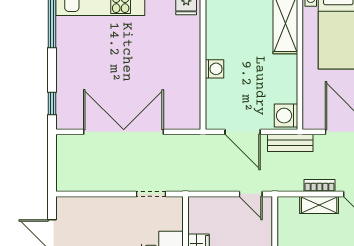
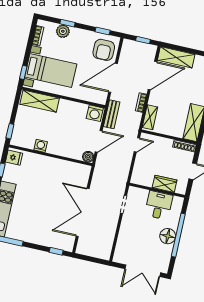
washing machine: (215, 69) -> (41, 146), moved
boiler: (214, 121) -> (88, 157), added
shelving: (319, 205) -> (150, 117), moved

